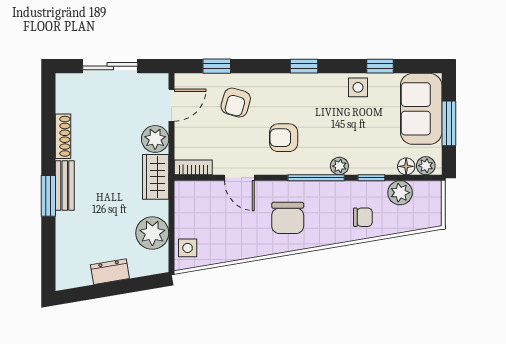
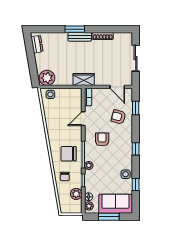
plant: (155, 139) -> (101, 79), removed
chair: (288, 218) -> (69, 154), moved
plant: (152, 233) -> (47, 78), moved
dresser: (110, 272) -> (37, 44), moved

